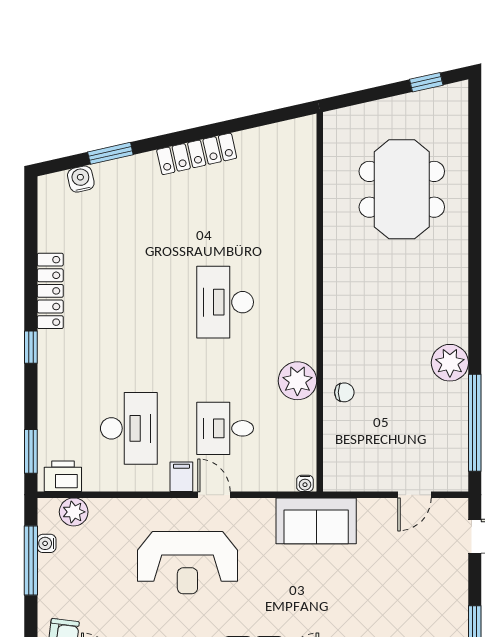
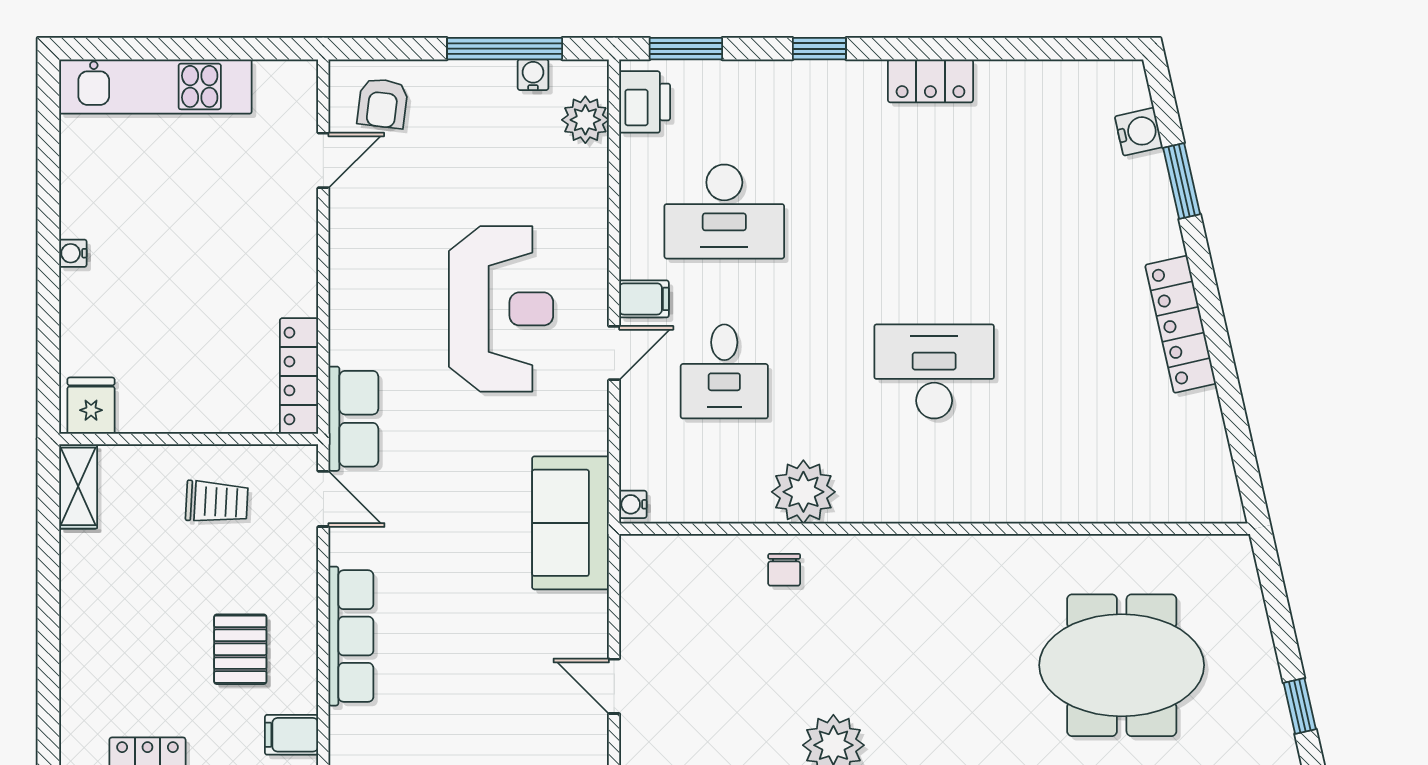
locker: (50, 291) -> (930, 81), width x0.66
window: (31, 347) -> (819, 49), moved
desk: (225, 428) -> (724, 371), turned 180
reception desk: (187, 563) -> (501, 309), turned 180

